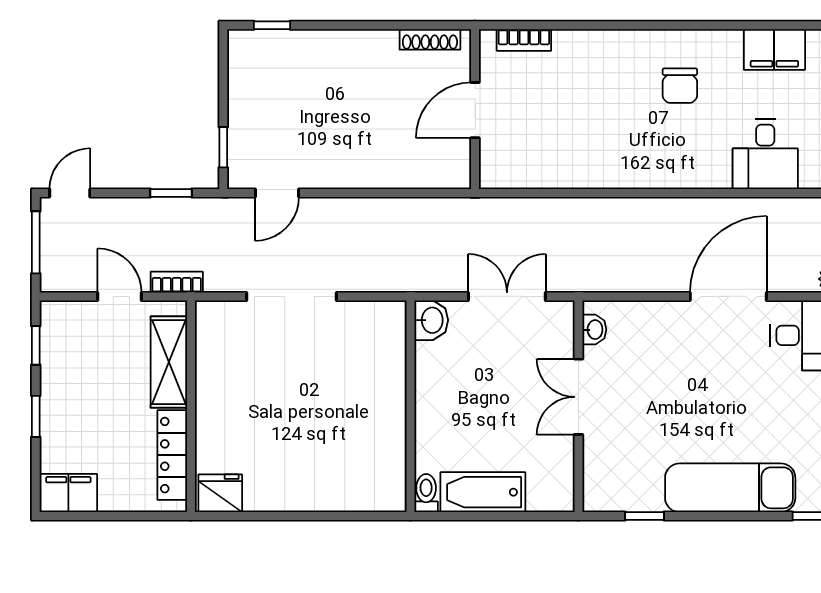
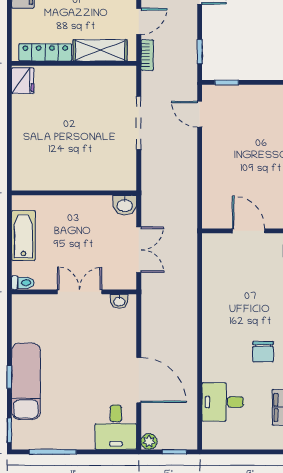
chair: (680, 86) -> (263, 352), turned -90
toilet: (426, 493) -> (23, 283), moved
window: (644, 516) -> (9, 377), moved

